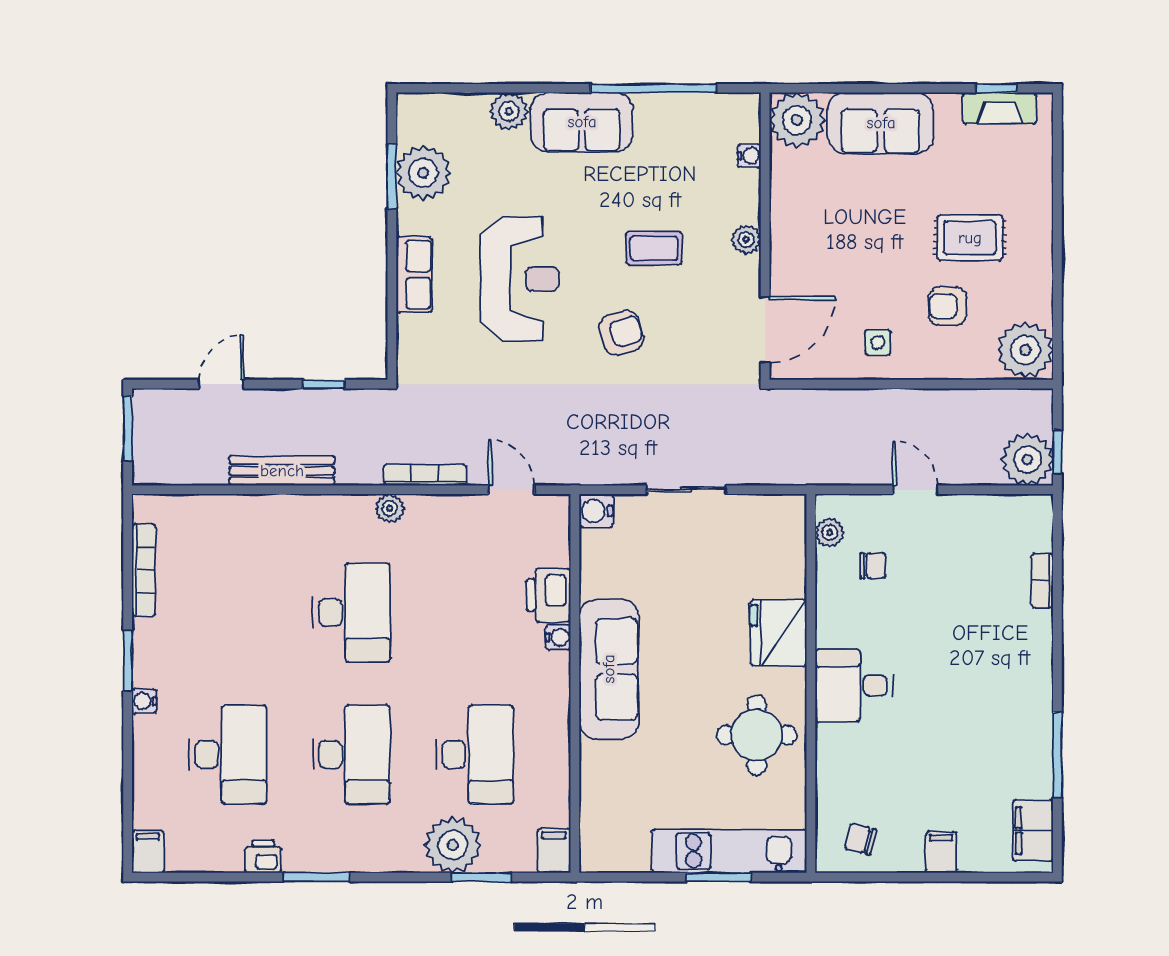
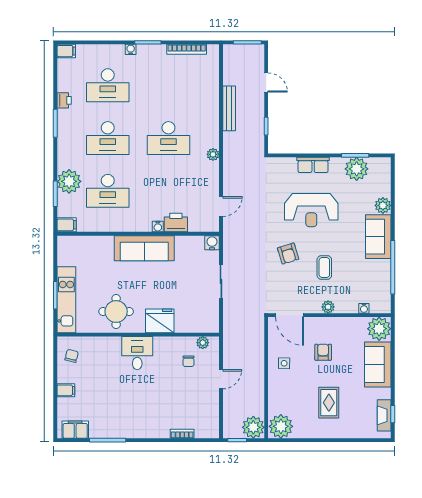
armchair: (948, 306) -> (323, 352), moved
plant: (1027, 460) -> (253, 427), moved
bookcase: (425, 475) -> (227, 170), removed

